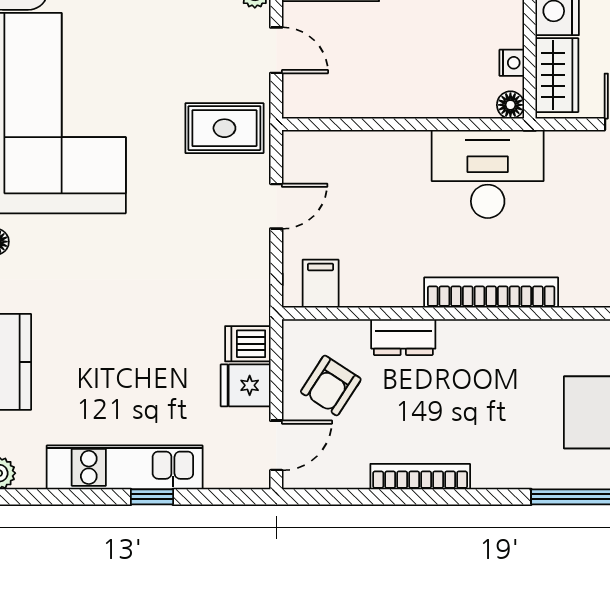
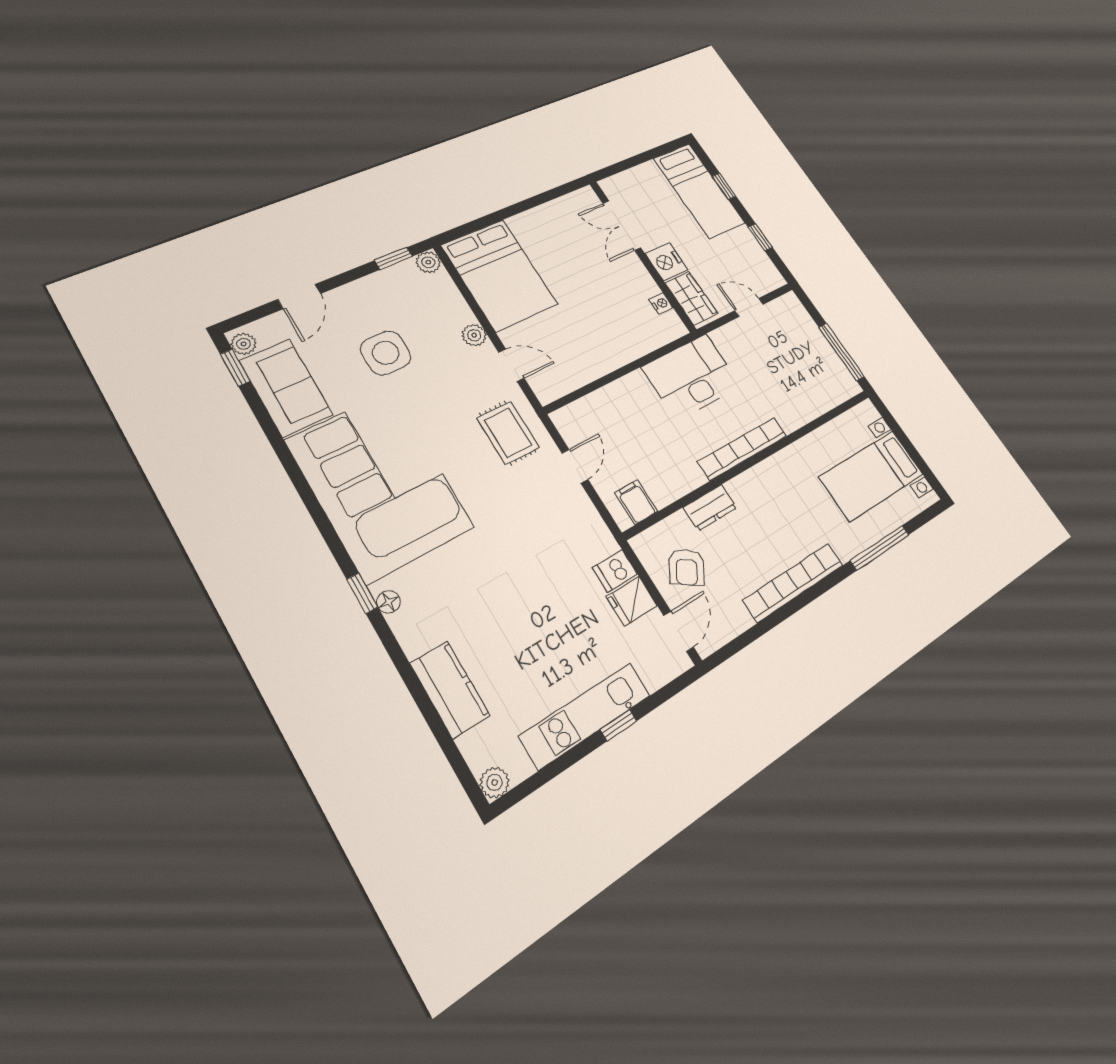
floor lamp: (510, 105) -> (677, 329), removed
rug: (224, 128) -> (508, 433), turned 90
bookcase: (420, 477) -> (793, 582), width x1.48, depth x1.31

